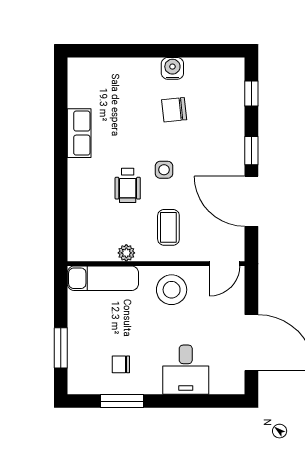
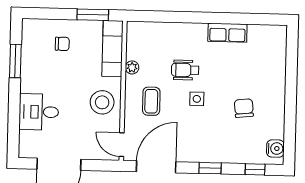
water cooler: (172, 68) -> (275, 149), moved
door: (251, 201) -> (156, 167), moved
coffee table: (168, 227) -> (151, 101), turned 90
window: (61, 348) -> (93, 15), moved
chair: (121, 364) -> (62, 44), moved, turned 90

